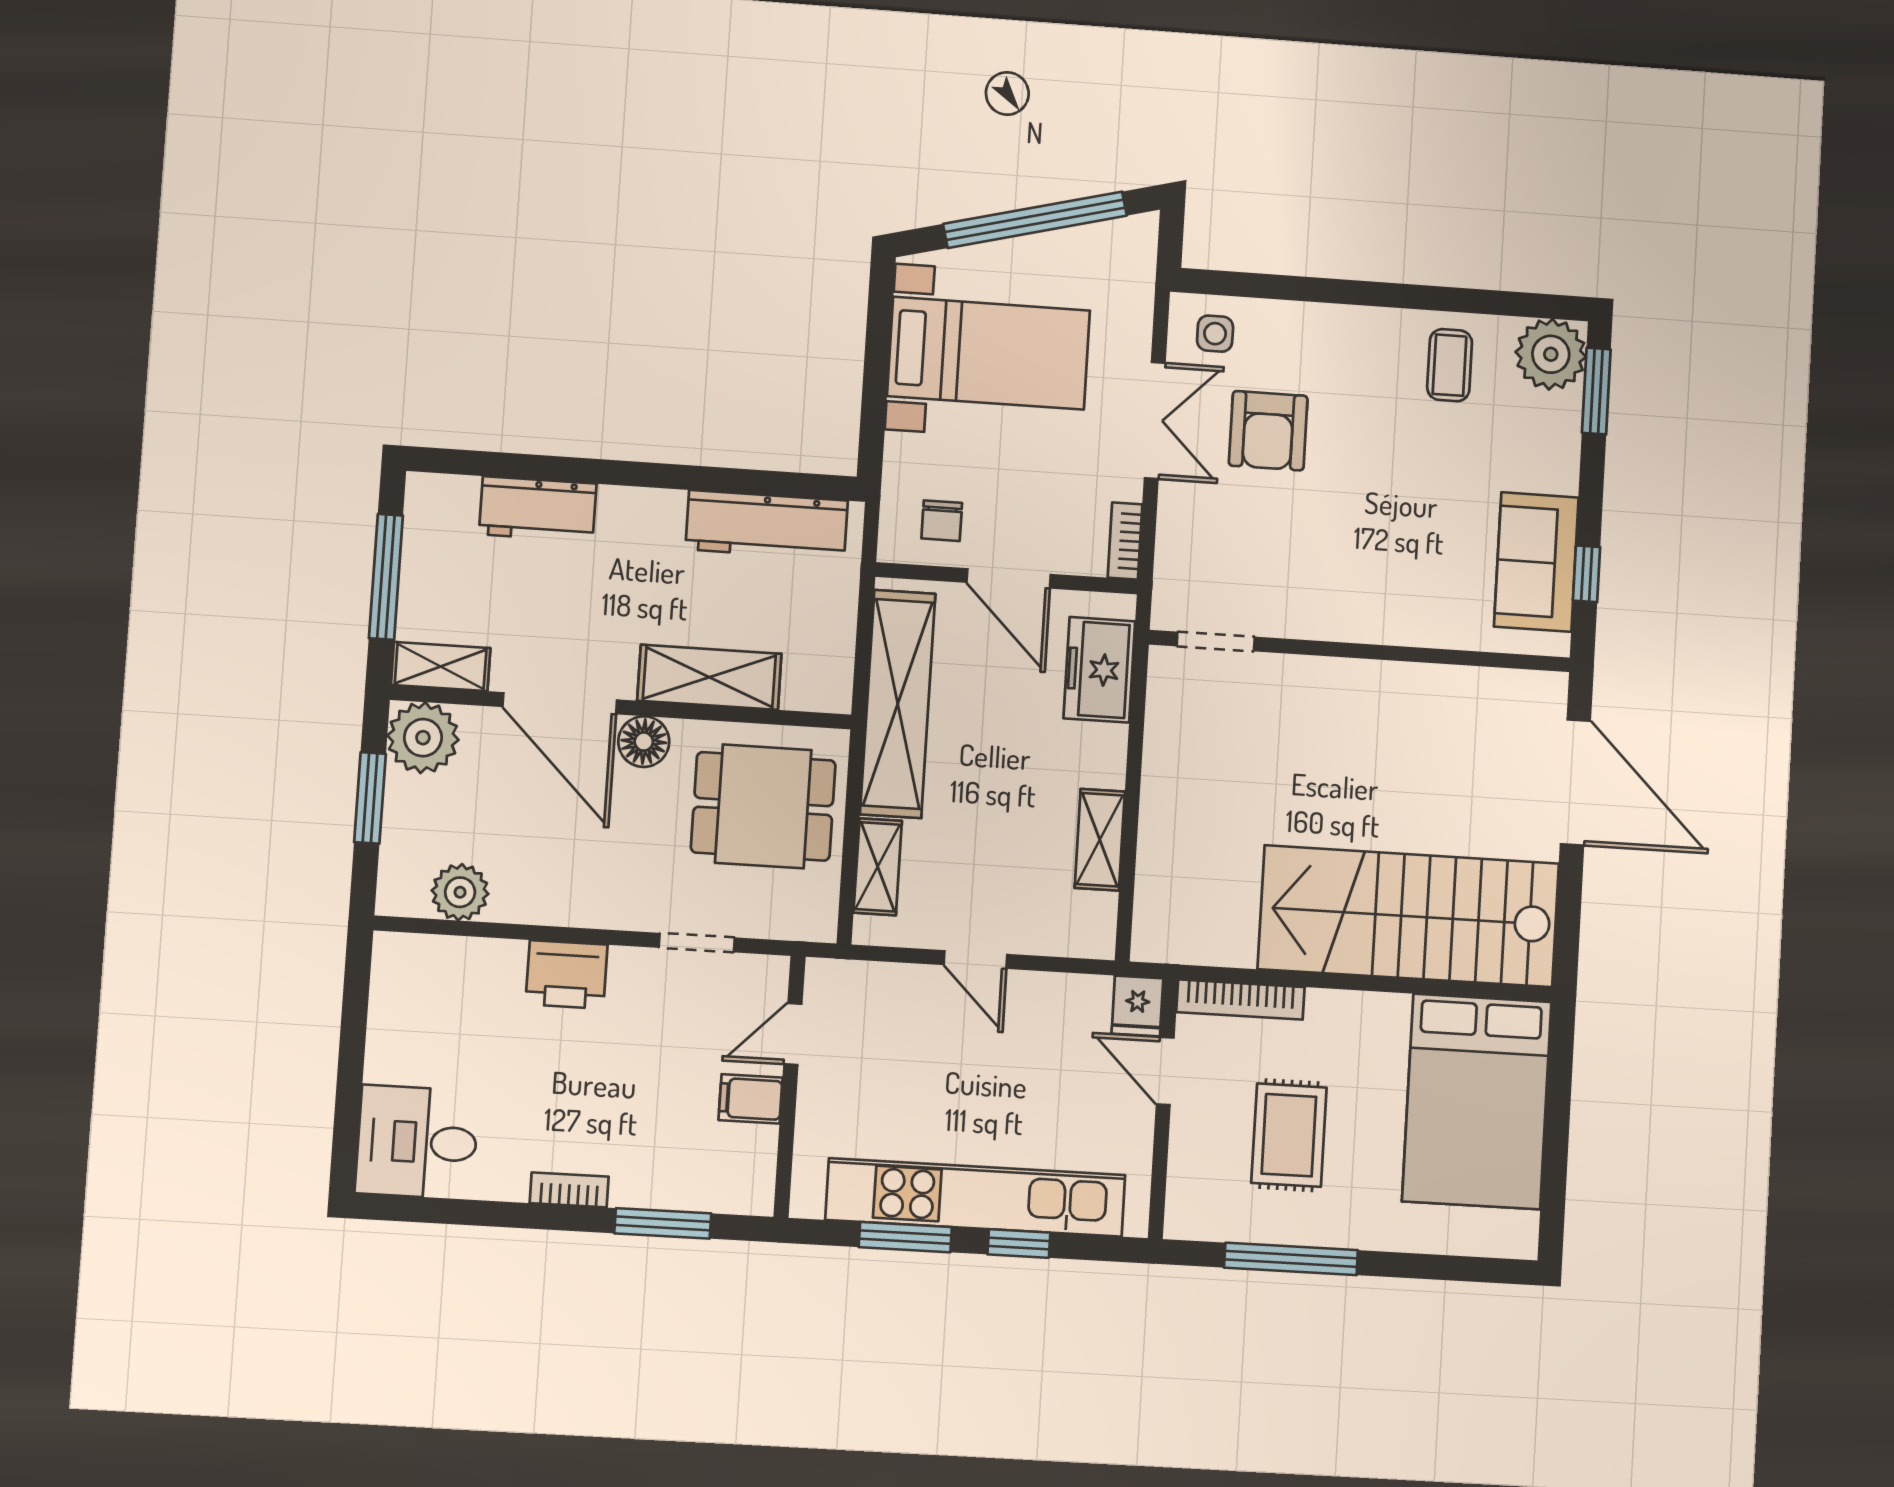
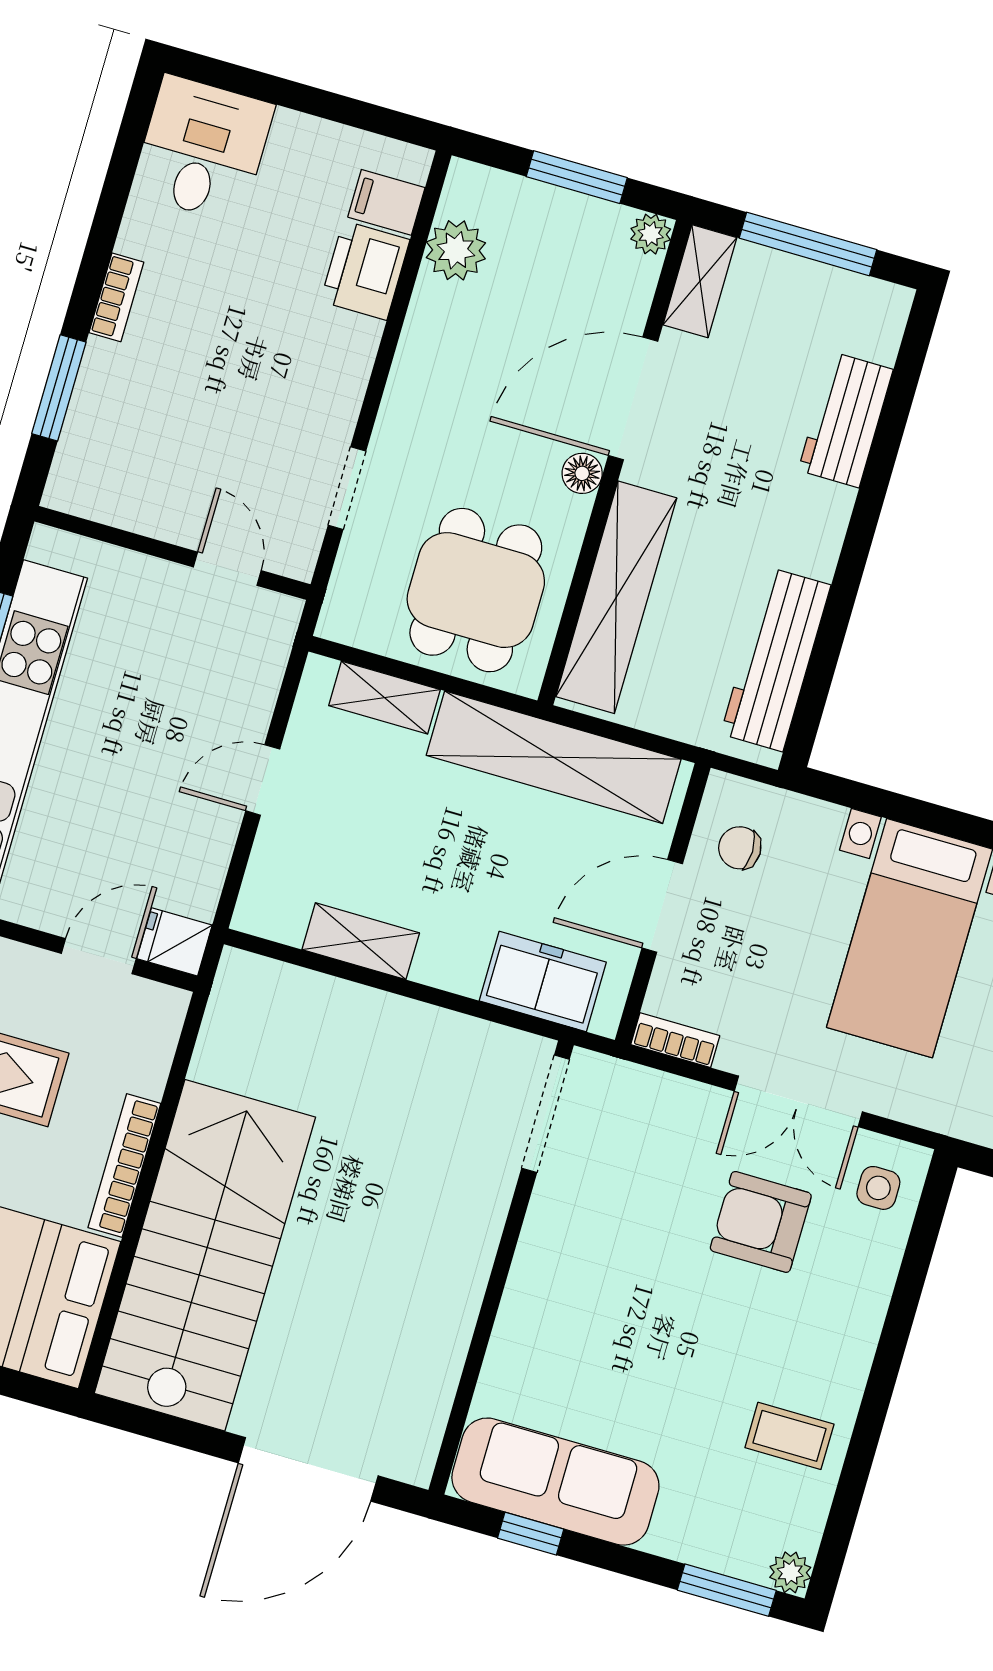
plant: (1551, 354) -> (790, 1572), width x0.53, depth x0.53
sofa: (1536, 562) -> (555, 1482), width x1.36
doorway: (1216, 642) -> (546, 1114), width x1.38
shelving: (709, 677) -> (616, 597), width x1.47
plant: (423, 738) -> (651, 234), width x0.53, depth x0.53
floor lamp: (644, 742) -> (582, 473), width x0.73, depth x0.73
printer: (567, 975) -> (365, 270), moved
bookcase: (1240, 1000) -> (124, 1165), moved
filing cabinet: (751, 1099) -> (386, 202), moved, turned -90

